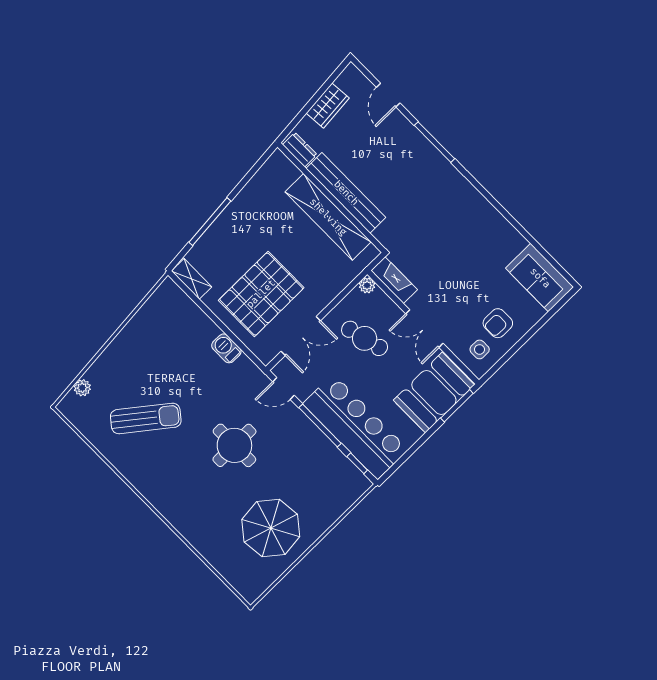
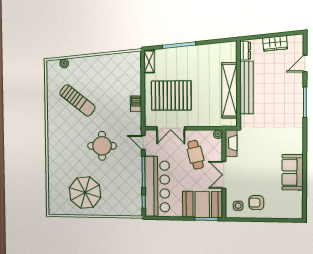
sofa: (540, 278) -> (293, 172), moved

